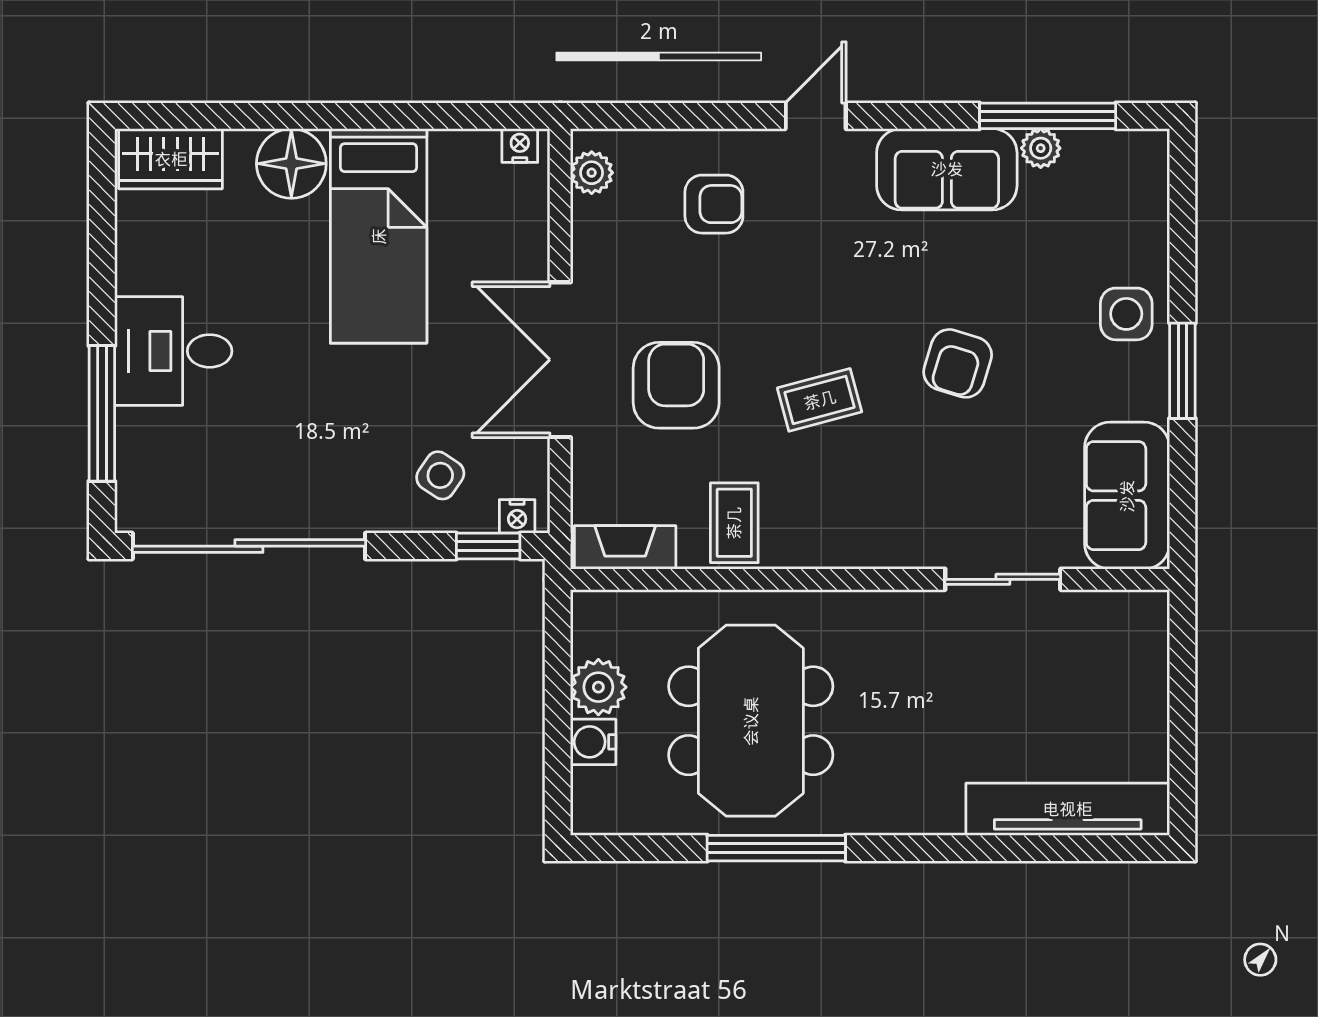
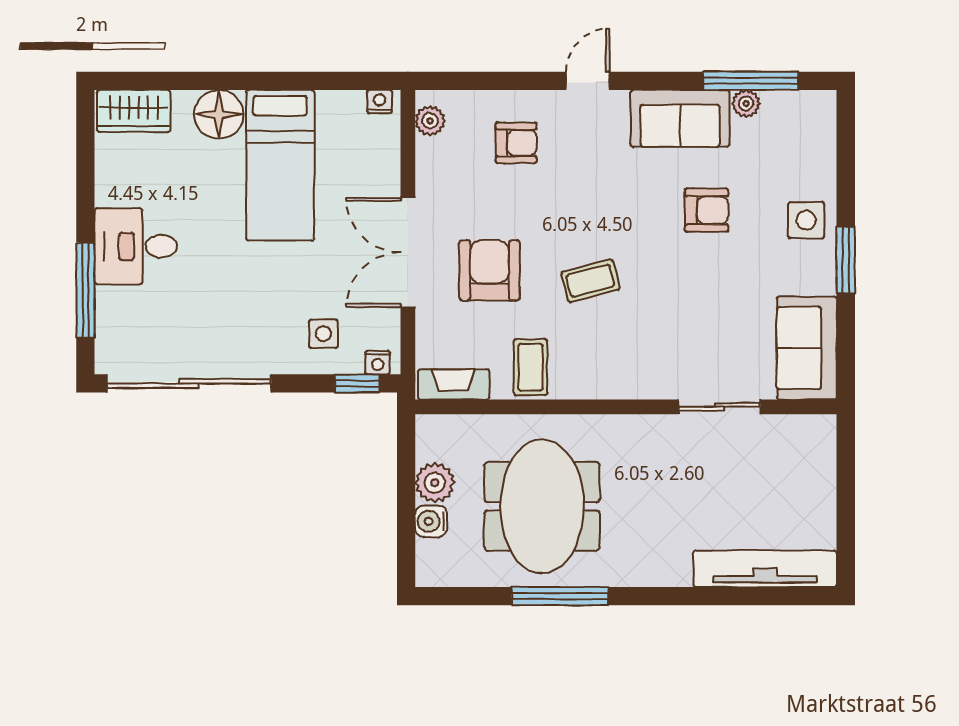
armchair: (958, 363) -> (707, 210), moved, turned -107
side table: (440, 475) -> (324, 334), turned -34

